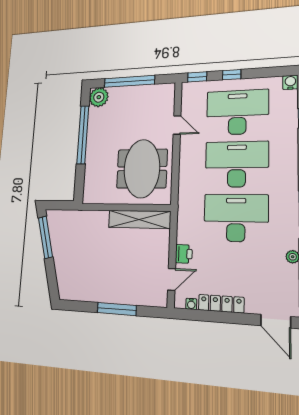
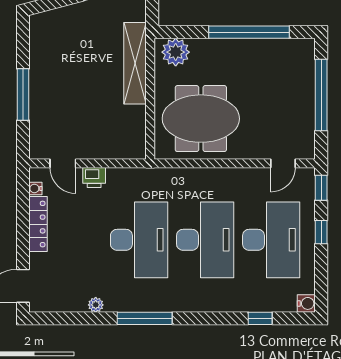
plant: (99, 97) -> (176, 52), moved
door: (177, 125) -> (283, 163), moved
shelving: (139, 219) -> (135, 63), moved

